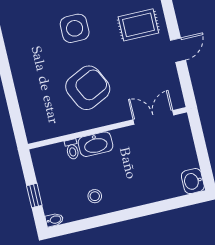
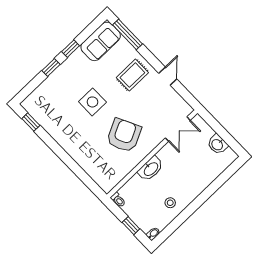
double door: (153, 117) -> (178, 129), swing flipped
toilet: (72, 149) -> (118, 200), moved
washbasin: (193, 181) -> (217, 144), moved

